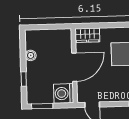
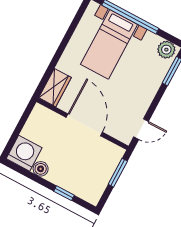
washing machine: (64, 93) -> (24, 153), moved, turned 180
window: (42, 106) -> (118, 173), moved

